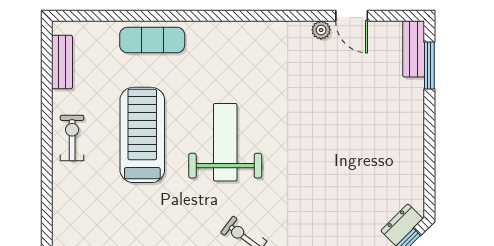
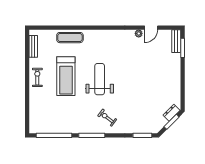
door: (352, 16) -> (151, 28), hinge flipped
treadmill: (142, 135) -> (66, 76), turned 180

